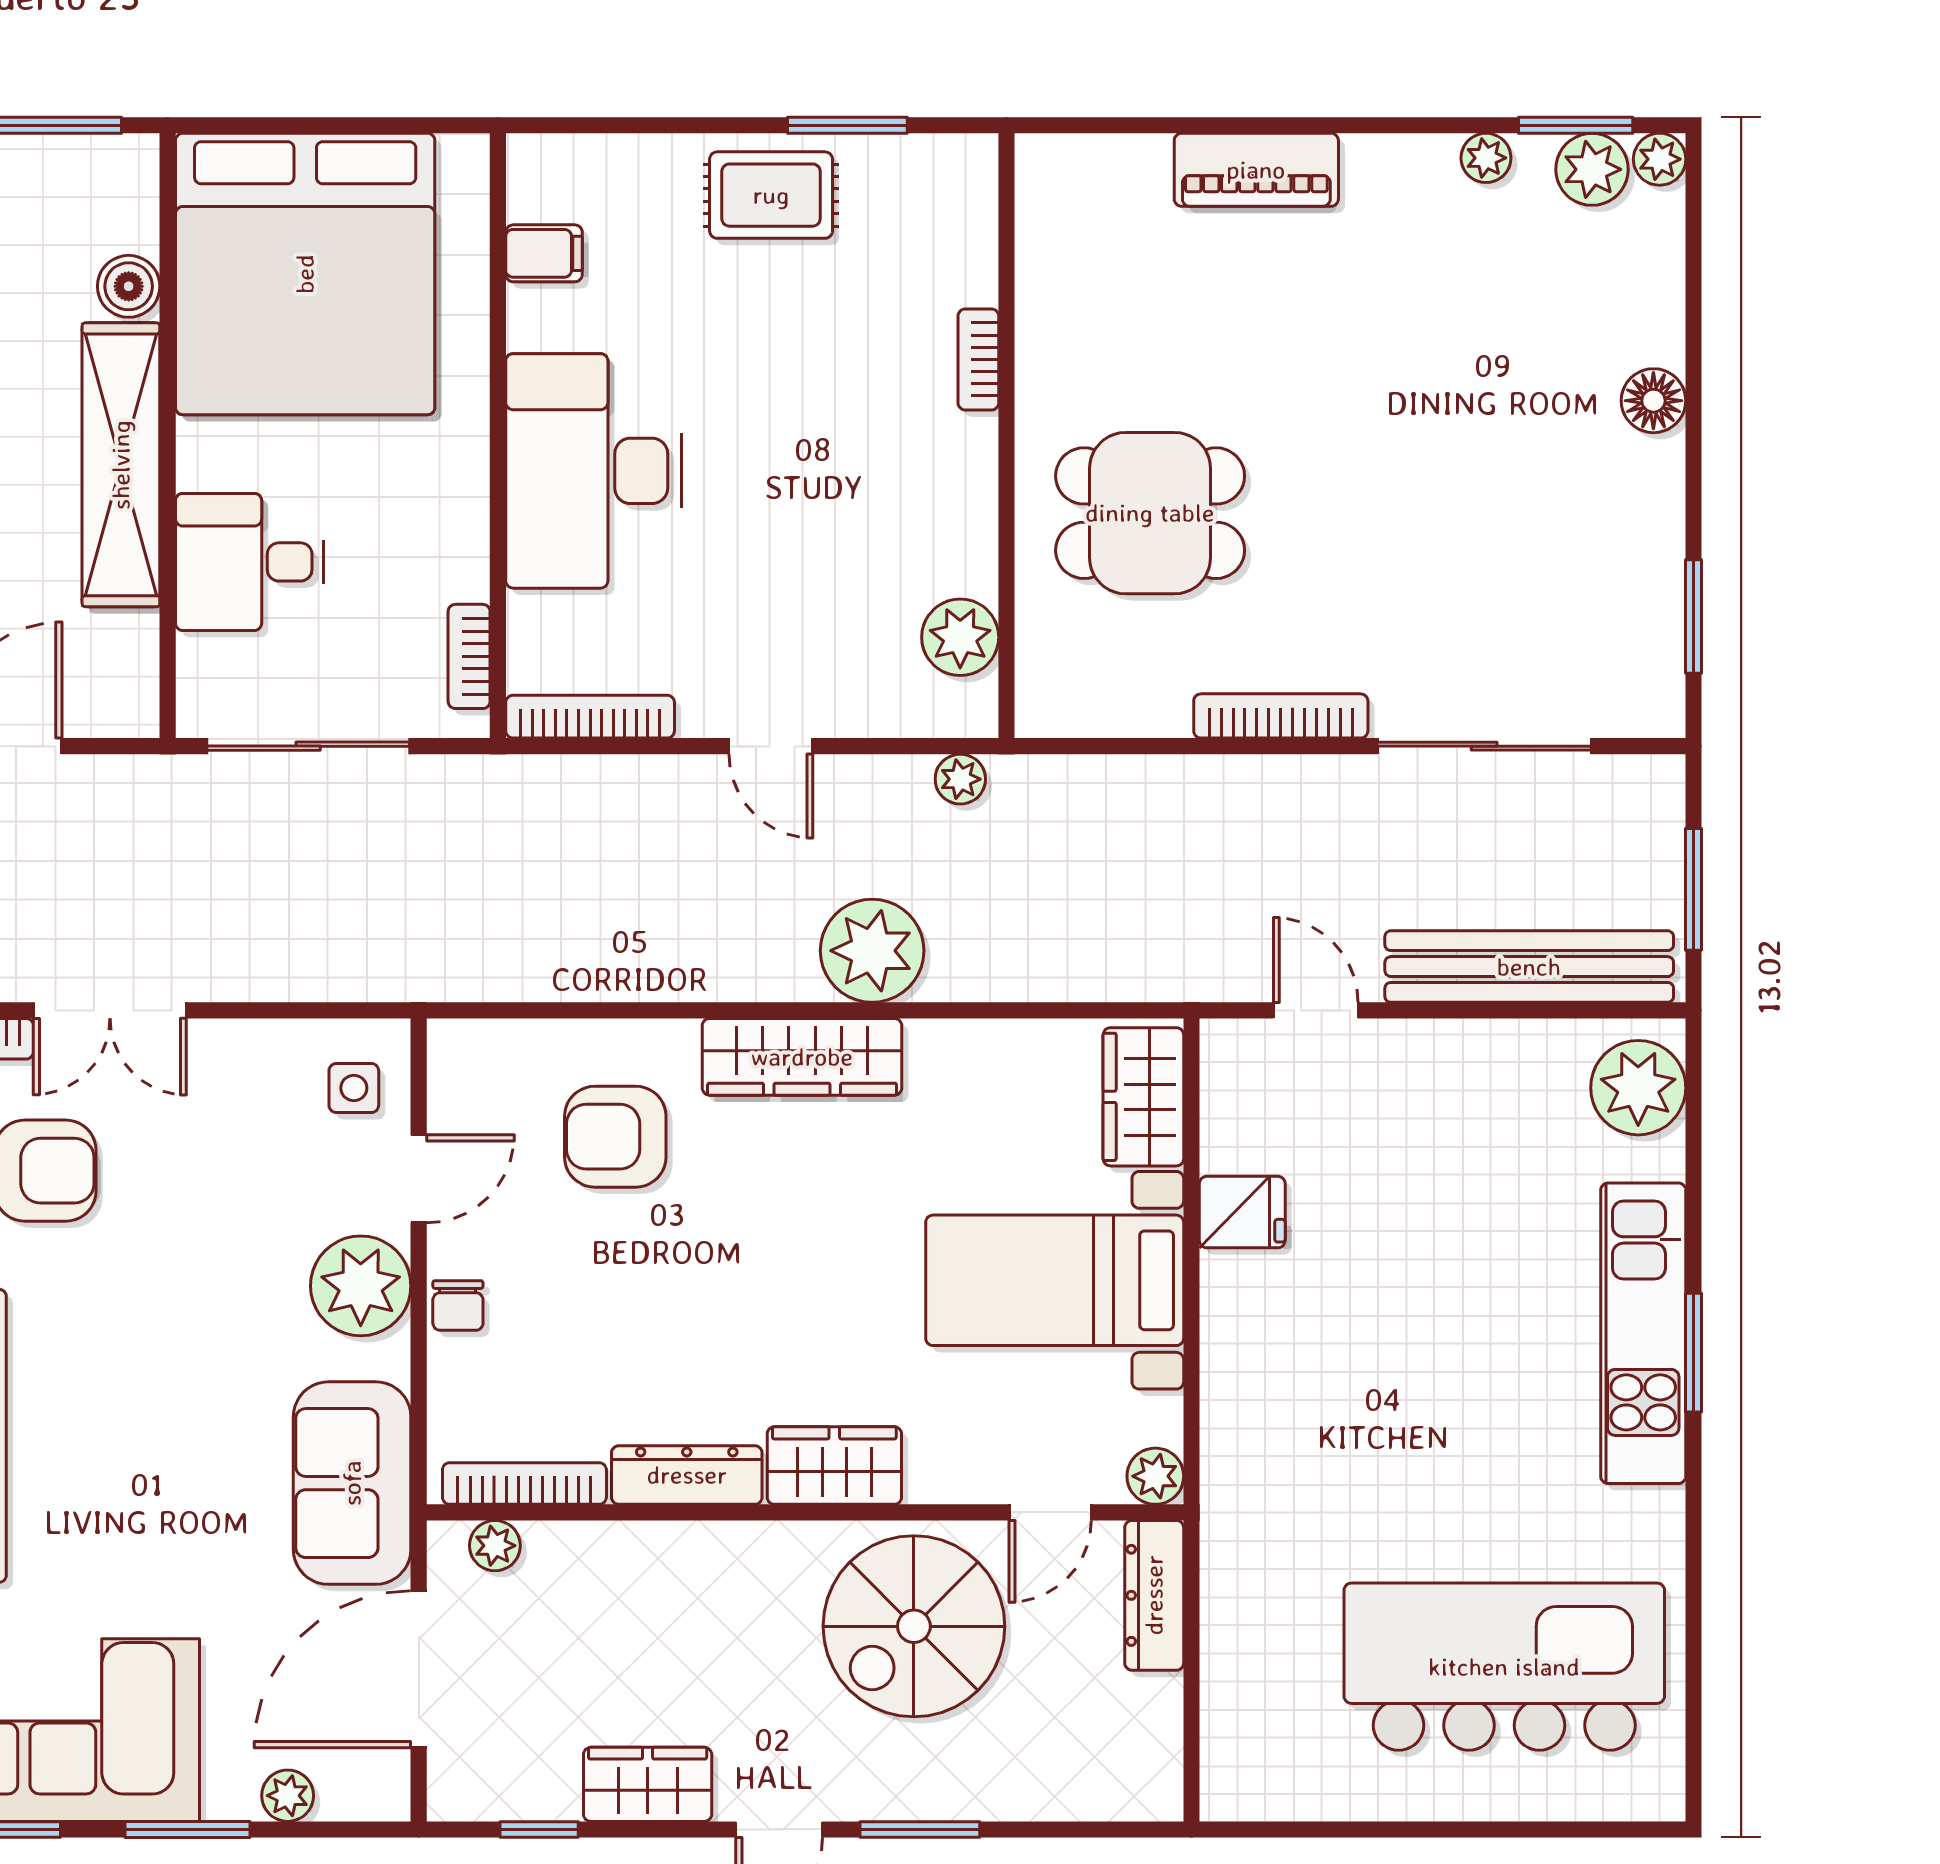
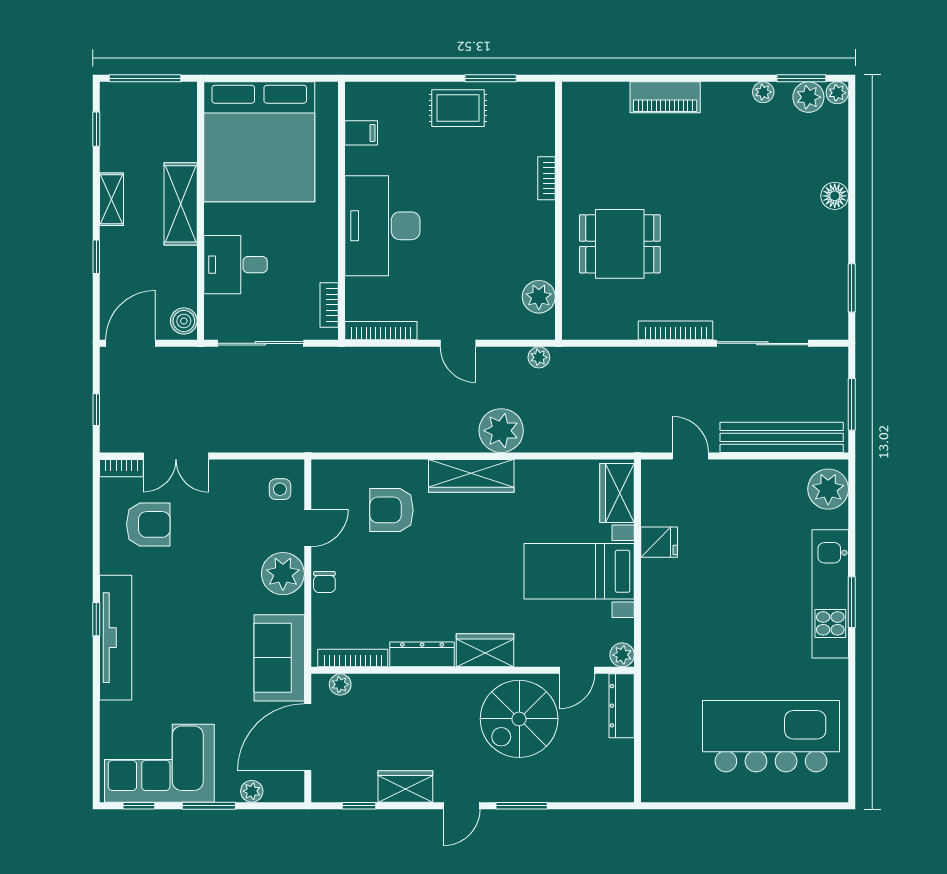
boiler: (129, 286) -> (184, 321), moved
shelving: (121, 465) -> (181, 204), width x0.68

